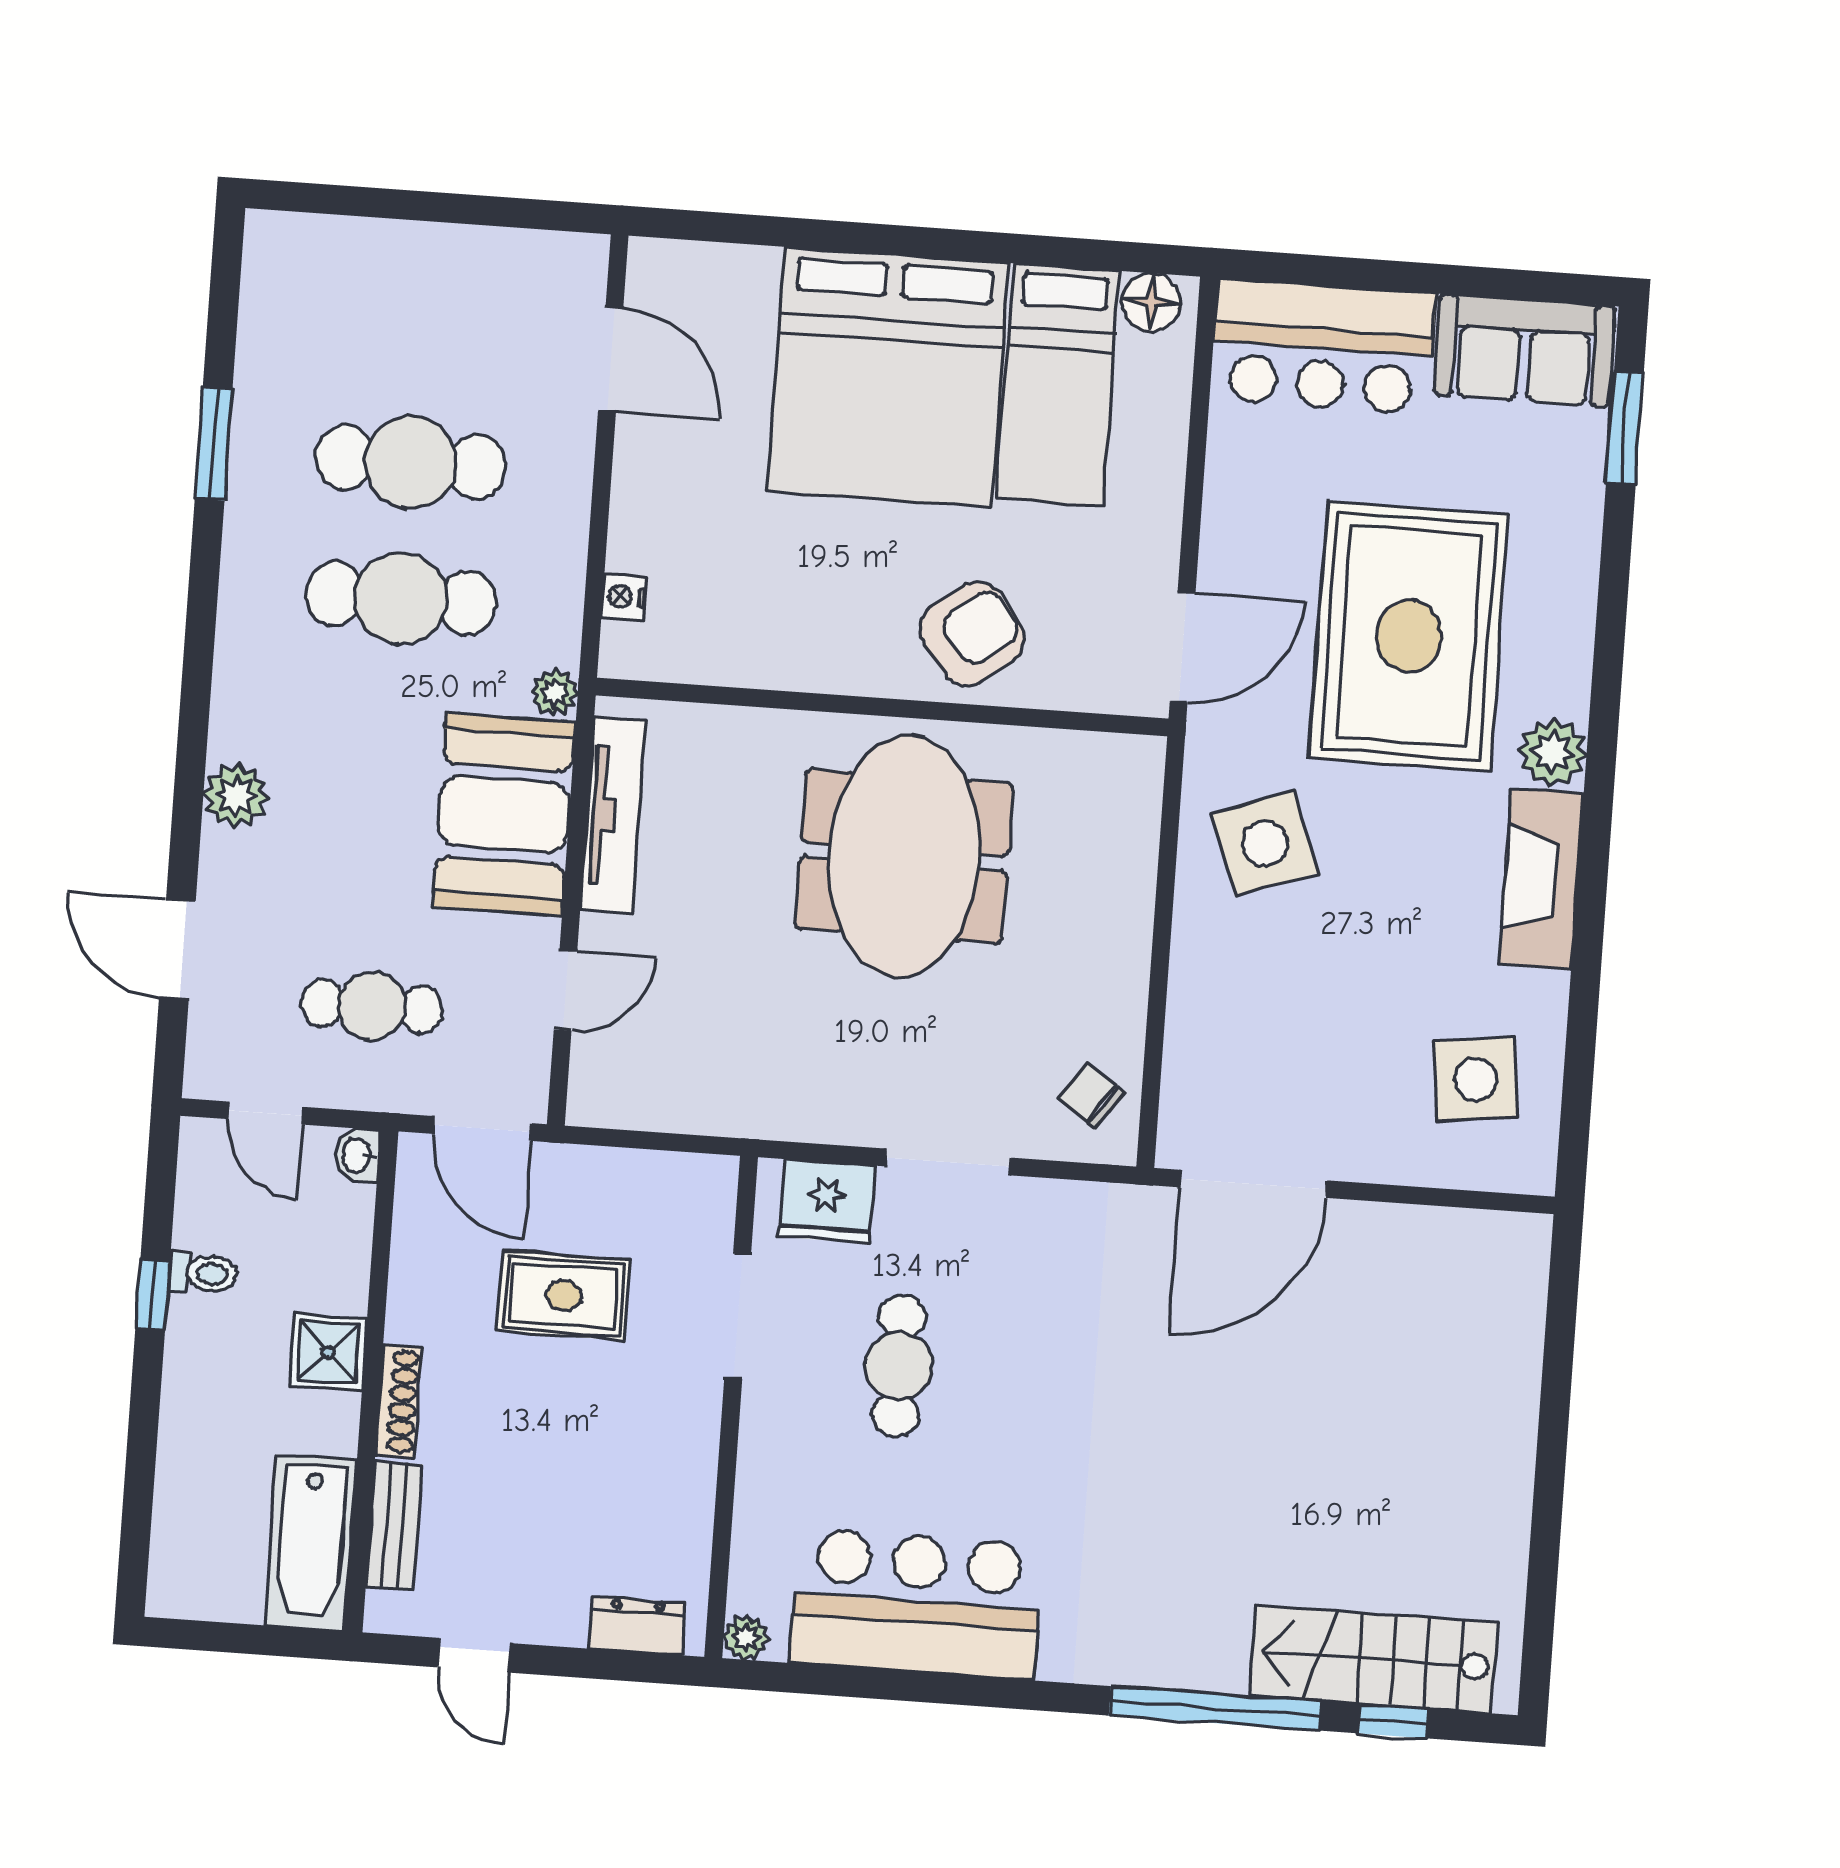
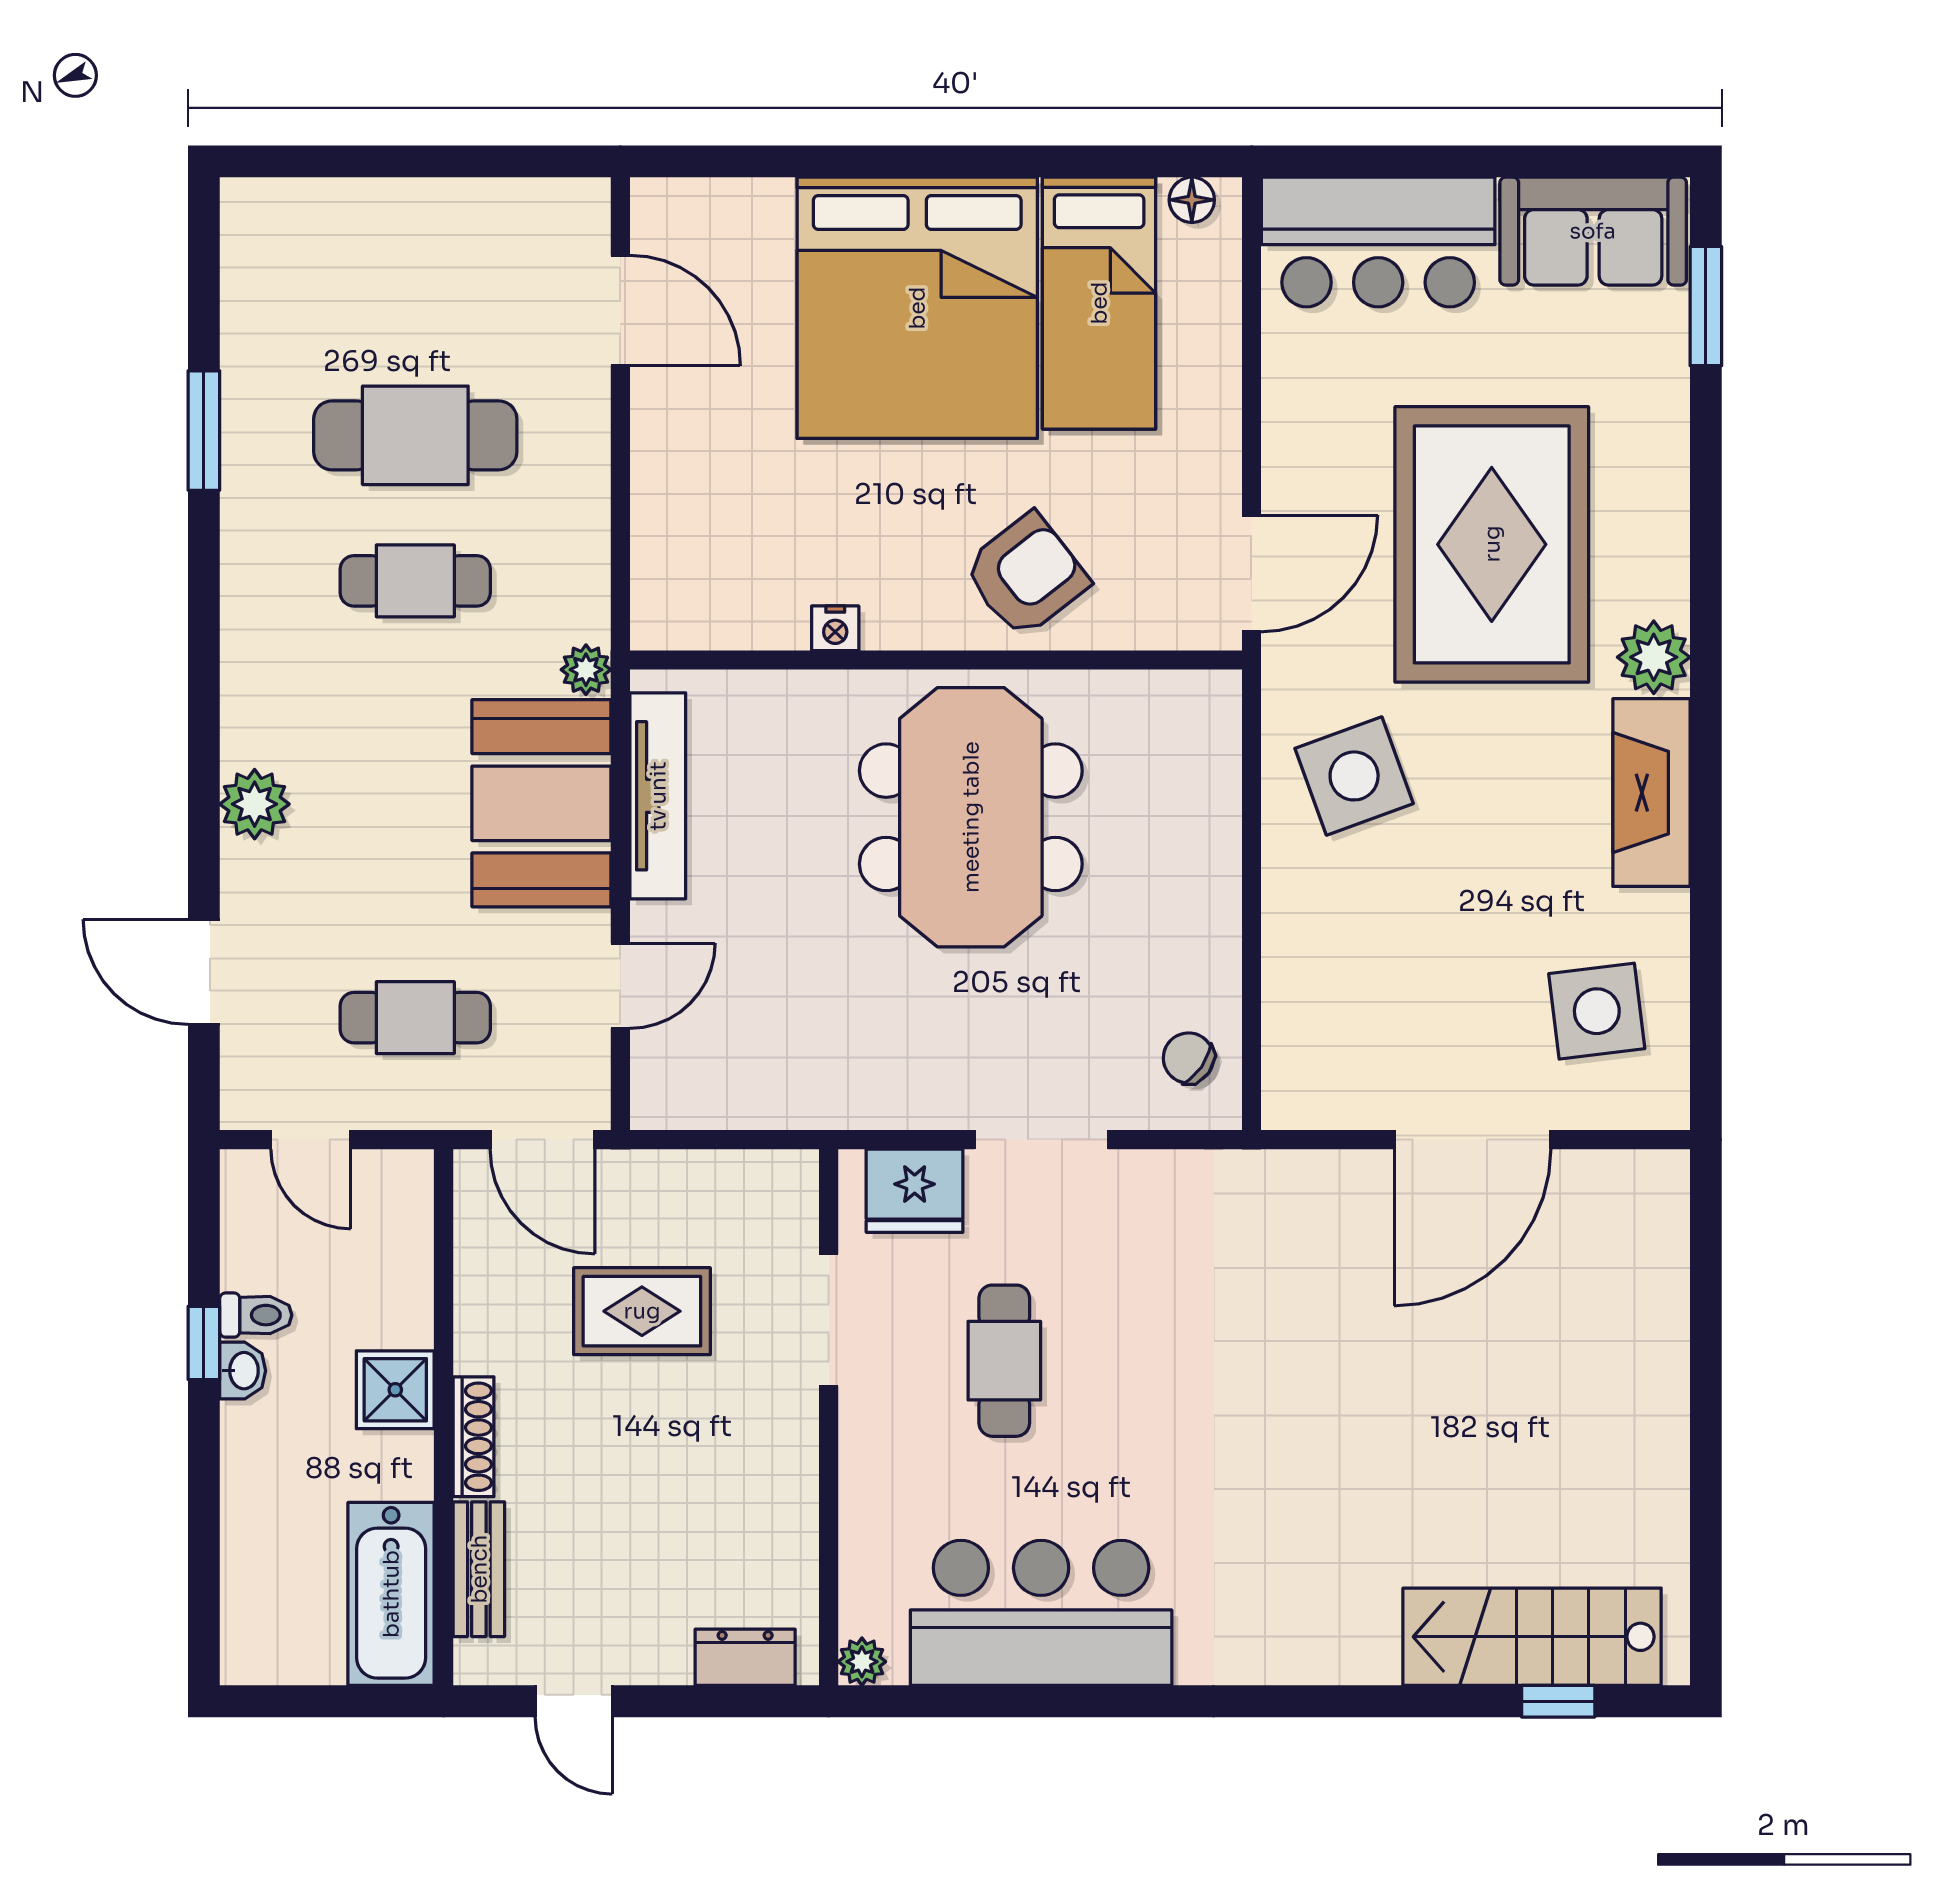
floor lamp: (1151, 302) -> (1192, 200), width x0.73, depth x0.73
nightstand: (624, 597) -> (835, 628), moved, turned -90
cafe table: (401, 598) -> (415, 581), width x0.73, depth x0.74
washbasin: (357, 1155) -> (243, 1371), moved, turned 180
door: (1254, 1184) -> (1472, 1140), moved
window: (1216, 1708) -> (1368, 1701), removed

